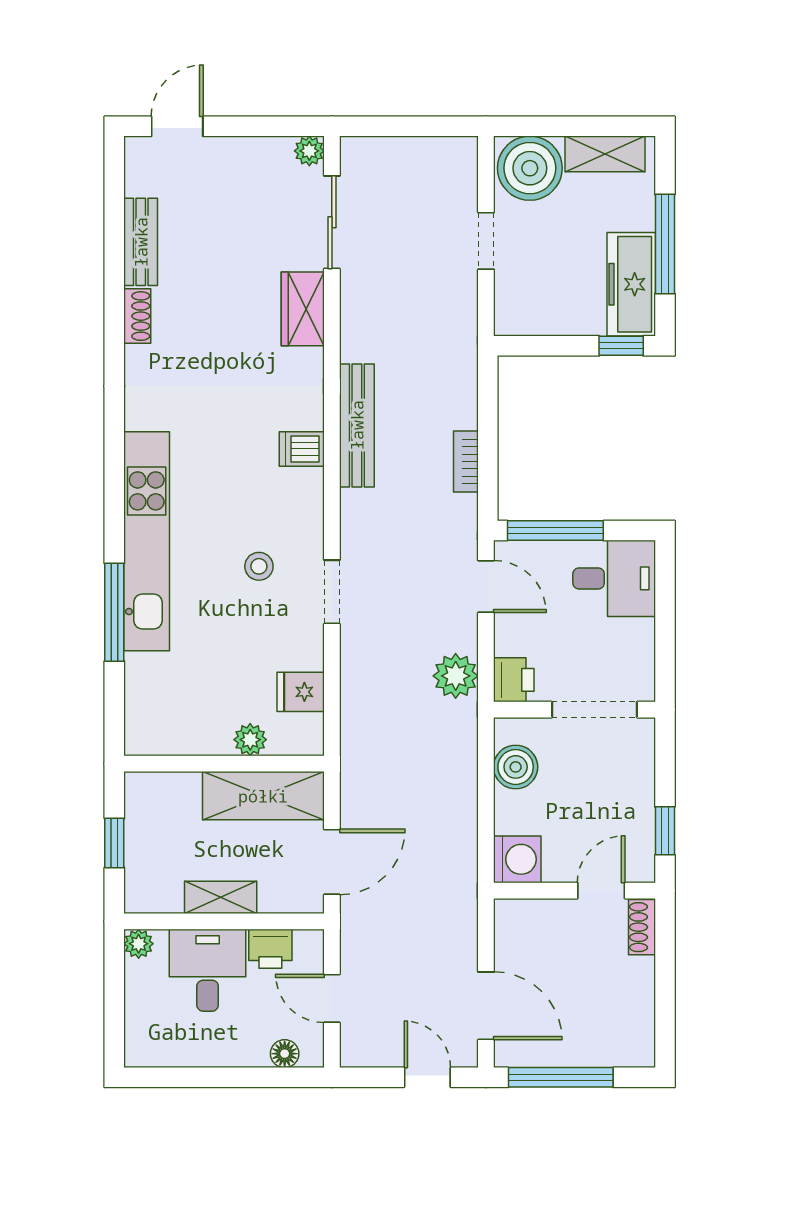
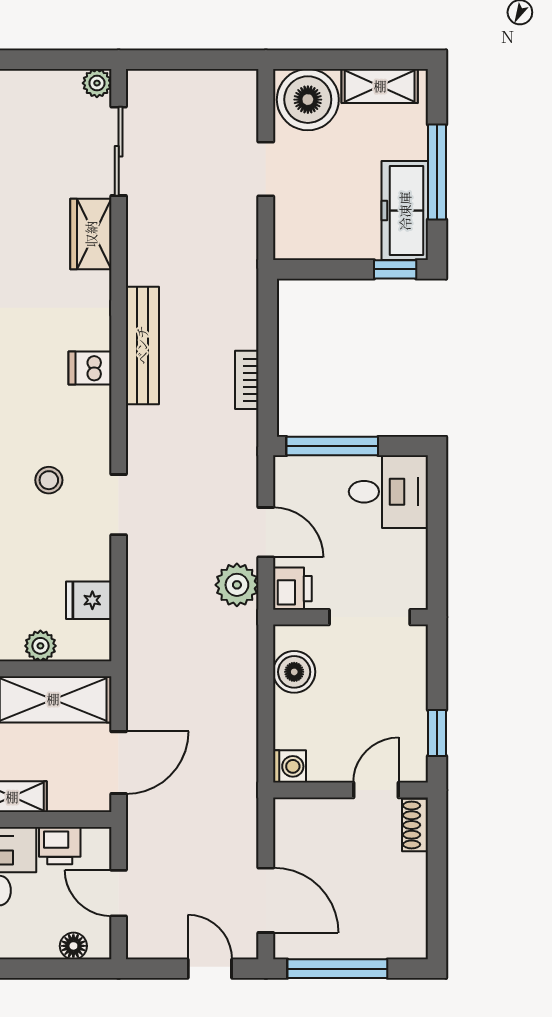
door: (486, 587) -> (266, 532), moved
washing machine: (517, 859) -> (290, 766), width x0.73, depth x0.73

